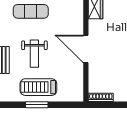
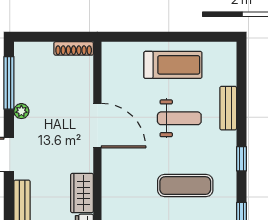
weight bench: (34, 54) -> (179, 118), turned 90
window: (37, 105) -> (176, 37), removed

